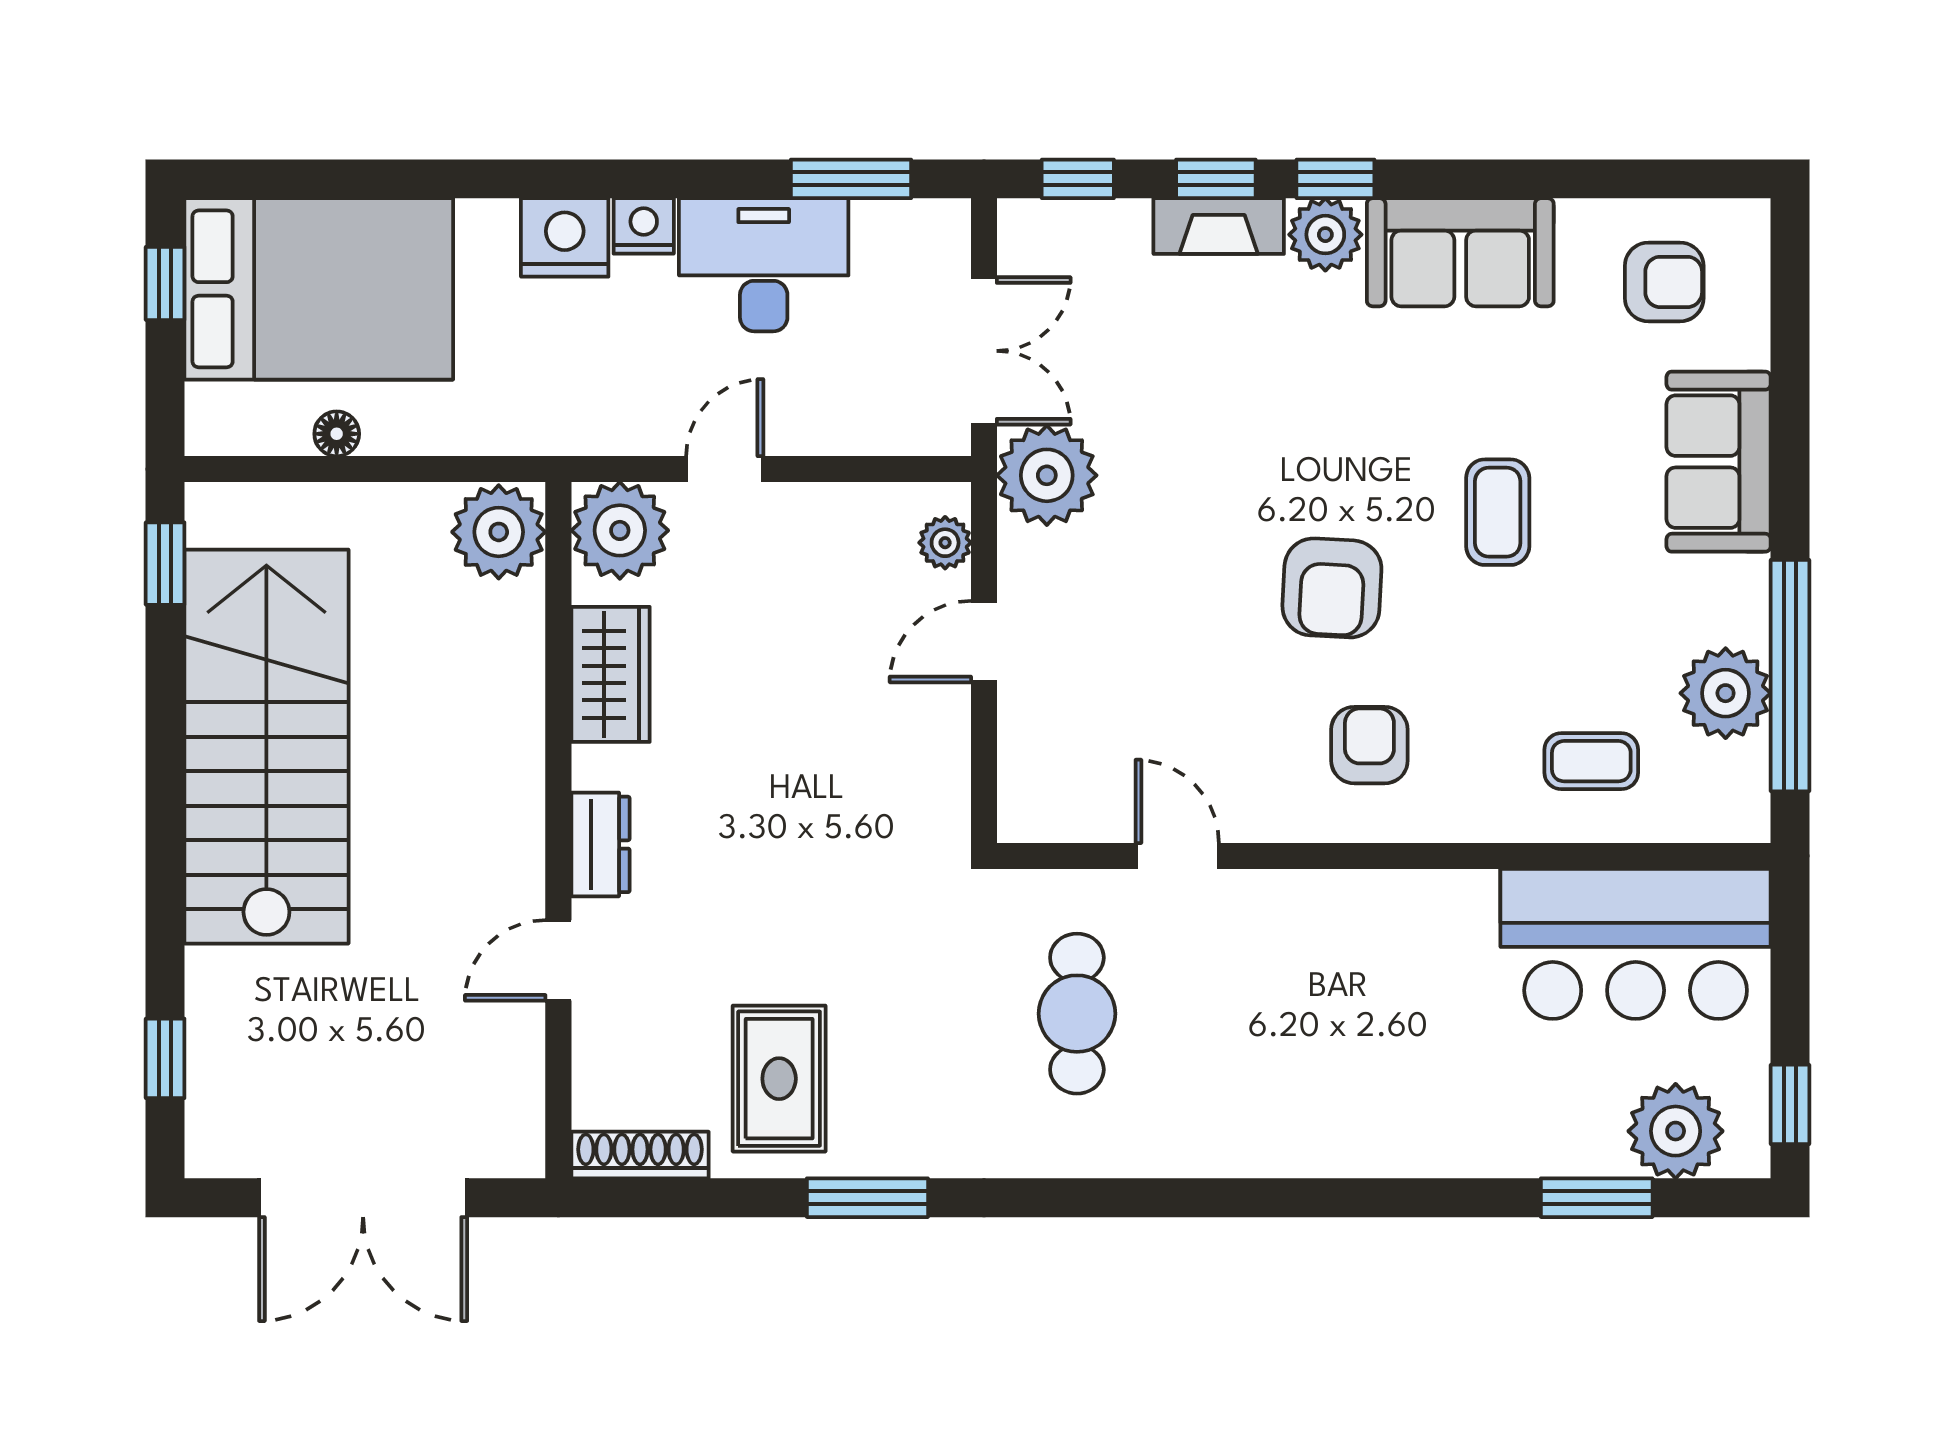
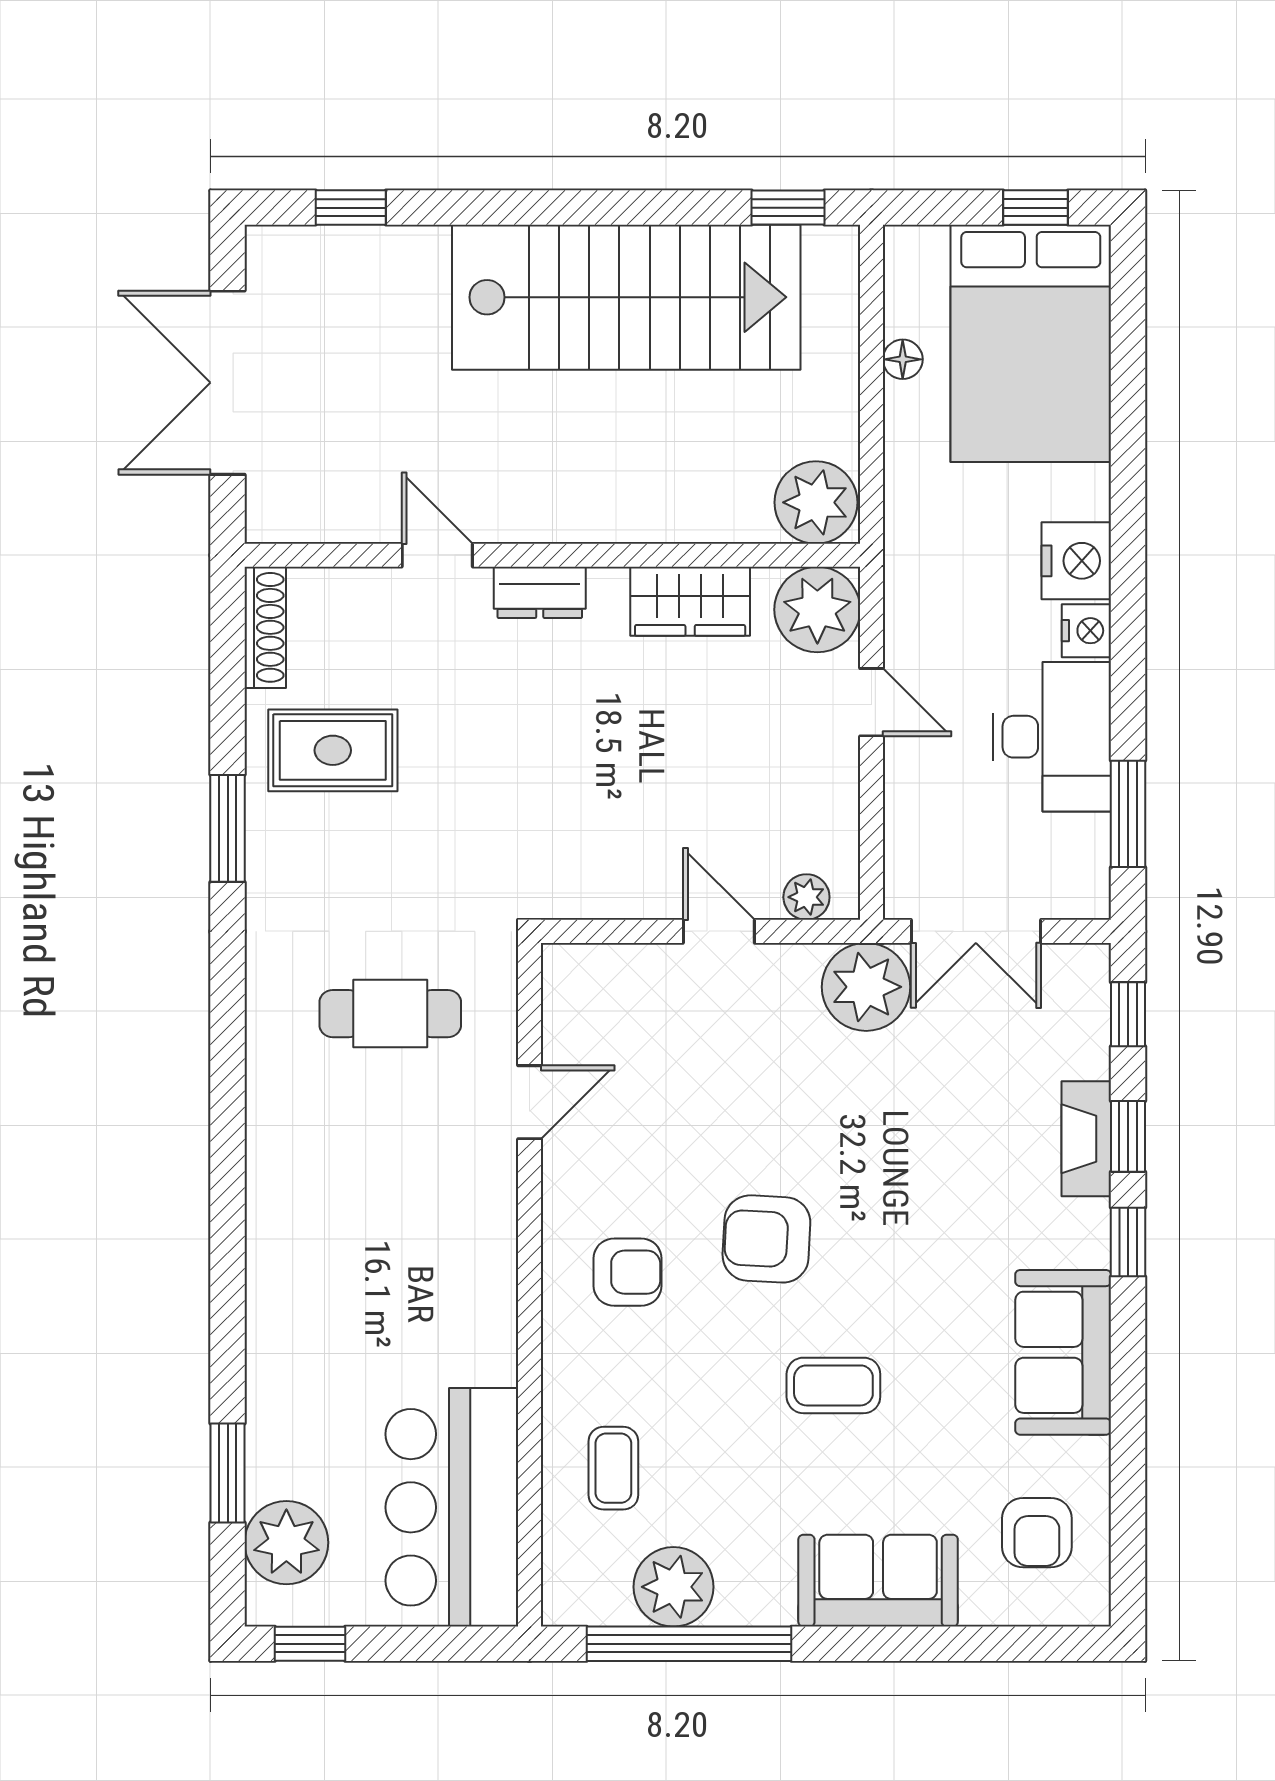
plant: (1325, 235) -> (1079, 1233), removed

